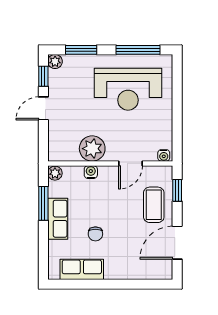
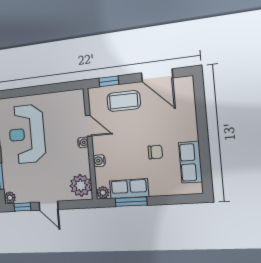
reception desk: (128, 89) -> (27, 134), turned 180
plant: (92, 149) -> (81, 185), moved
water cooler: (164, 155) -> (83, 142), moved
row of seats: (58, 219) -> (129, 189), moved

